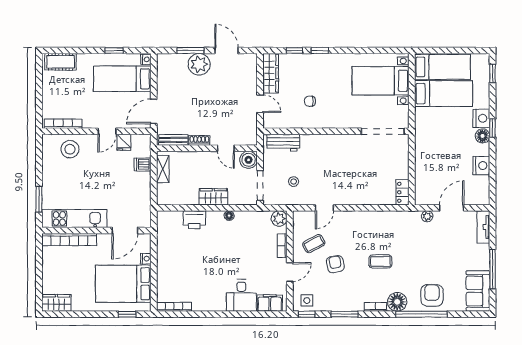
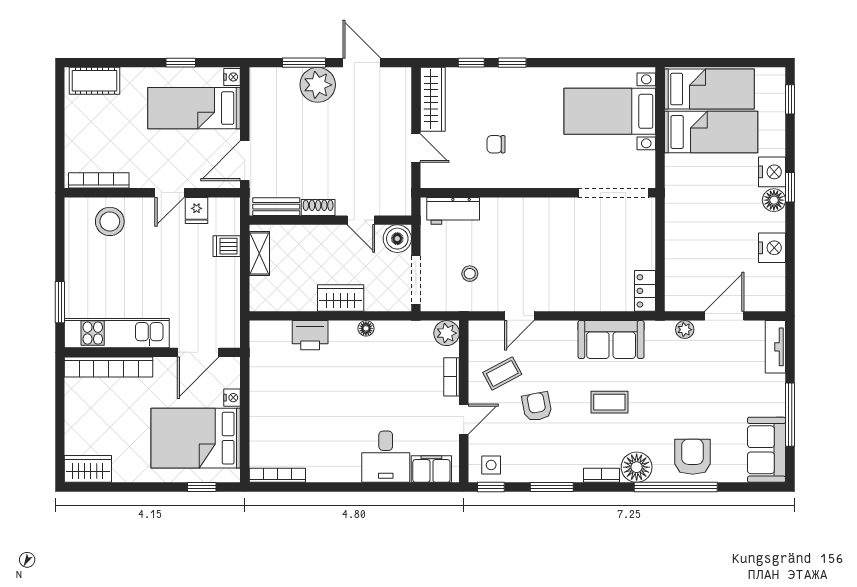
sofa: (381, 223) -> (611, 340), added

